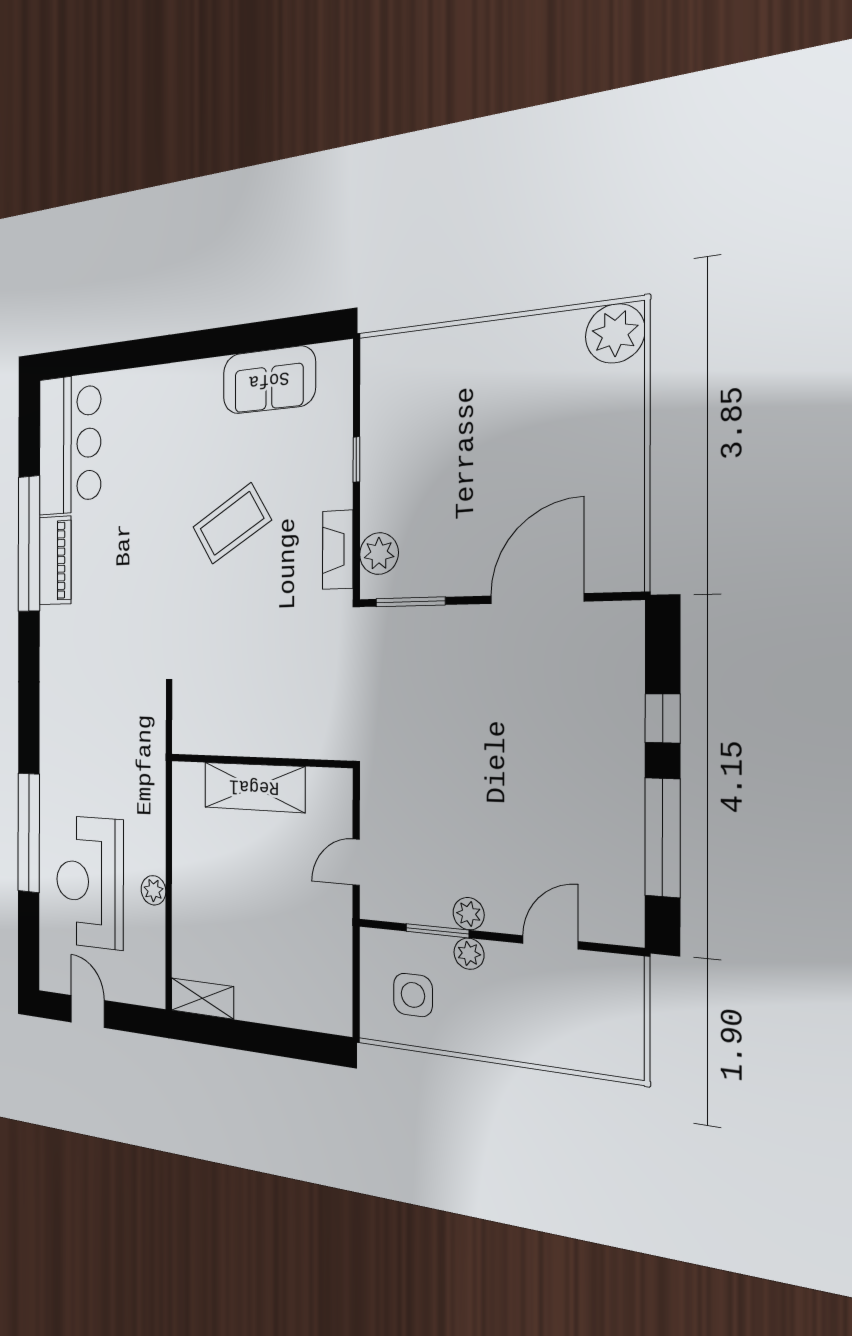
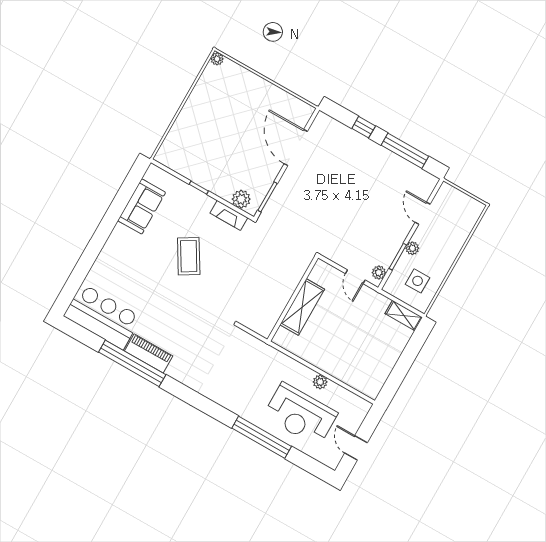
plant: (615, 333) -> (217, 59), width x0.53, depth x0.53
plant: (469, 914) -> (379, 273), moved
shelving: (202, 998) -> (404, 315), moved, turned 90
door: (88, 1011) -> (356, 448), hinge flipped

